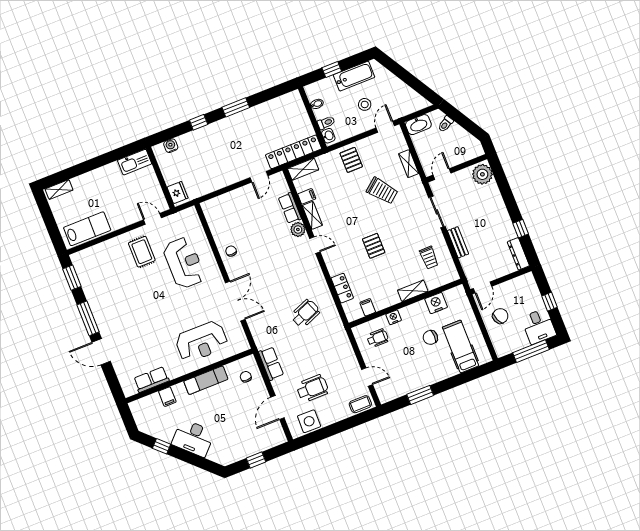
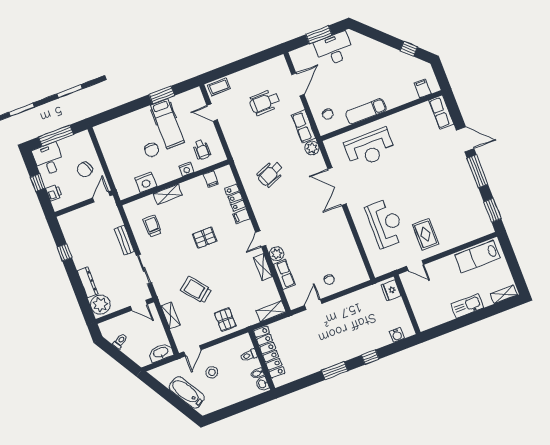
window: (332, 69) -> (243, 406), removed
bathtub: (354, 76) -> (187, 392), moved, turned 59
toilet: (446, 124) -> (120, 341), moved
washbasin: (328, 136) -> (262, 384), moved
locker: (294, 152) -> (269, 352), moved, turned -90
kitchen sink: (135, 162) -> (467, 306), moved
door: (442, 174) -> (139, 305), hinge flipped
filing cabinet: (307, 196) -> (241, 216), moved
door: (315, 245) -> (261, 239), hinge flipped
pallet: (374, 246) -> (205, 238), turned 90
chair: (231, 251) -> (329, 279), moved
dresser: (518, 254) -> (88, 282), moved
reception desk: (184, 263) -> (385, 223), turned 180
printer: (532, 291) -> (54, 193), added
chair: (430, 337) -> (152, 150), turned 90
wheelchair: (378, 338) -> (202, 150), turned -90
plant: (262, 341) -> (312, 148), added
reception desk: (201, 342) -> (370, 148), turned 180
hospital bed: (461, 346) -> (167, 124), moved
row of seats: (151, 380) -> (441, 112), moved, turned 90
filing cabinet: (167, 397) -> (423, 88), moved
side table: (309, 421) -> (268, 71), removed
desk: (193, 438) -> (334, 49), moved, turned -44
window: (256, 460) -> (319, 35), width x1.50

